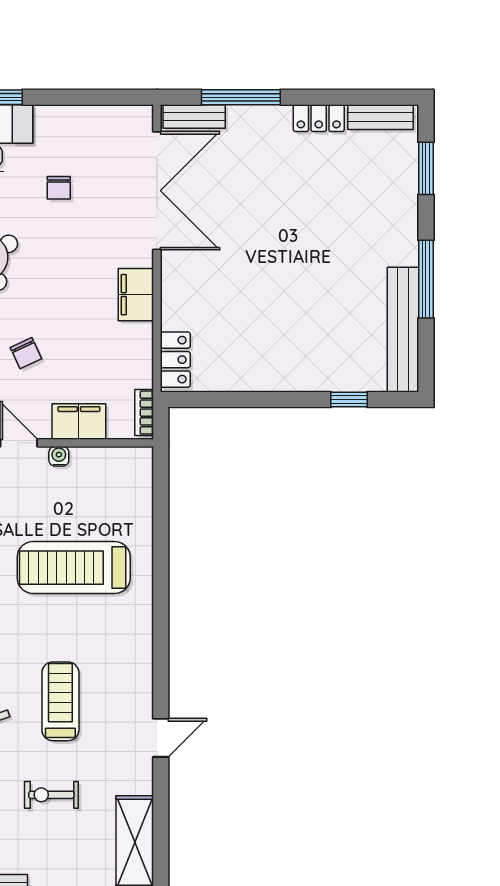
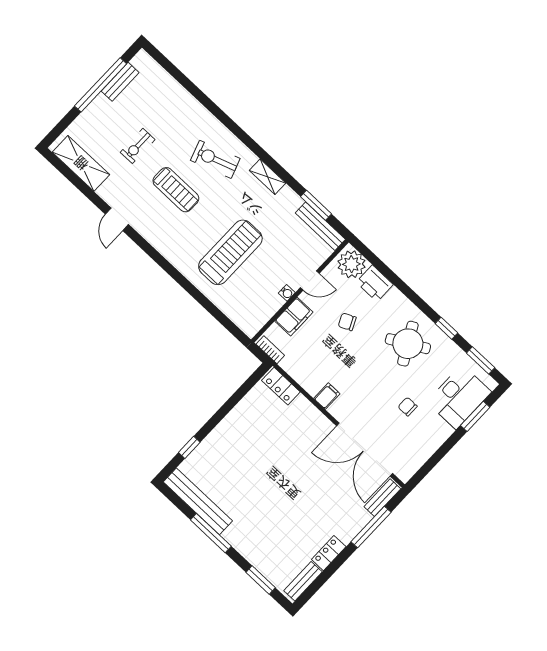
filing cabinet: (136, 295) -> (327, 396), width x0.50
exercise bike: (51, 795) -> (138, 146), turned 180

